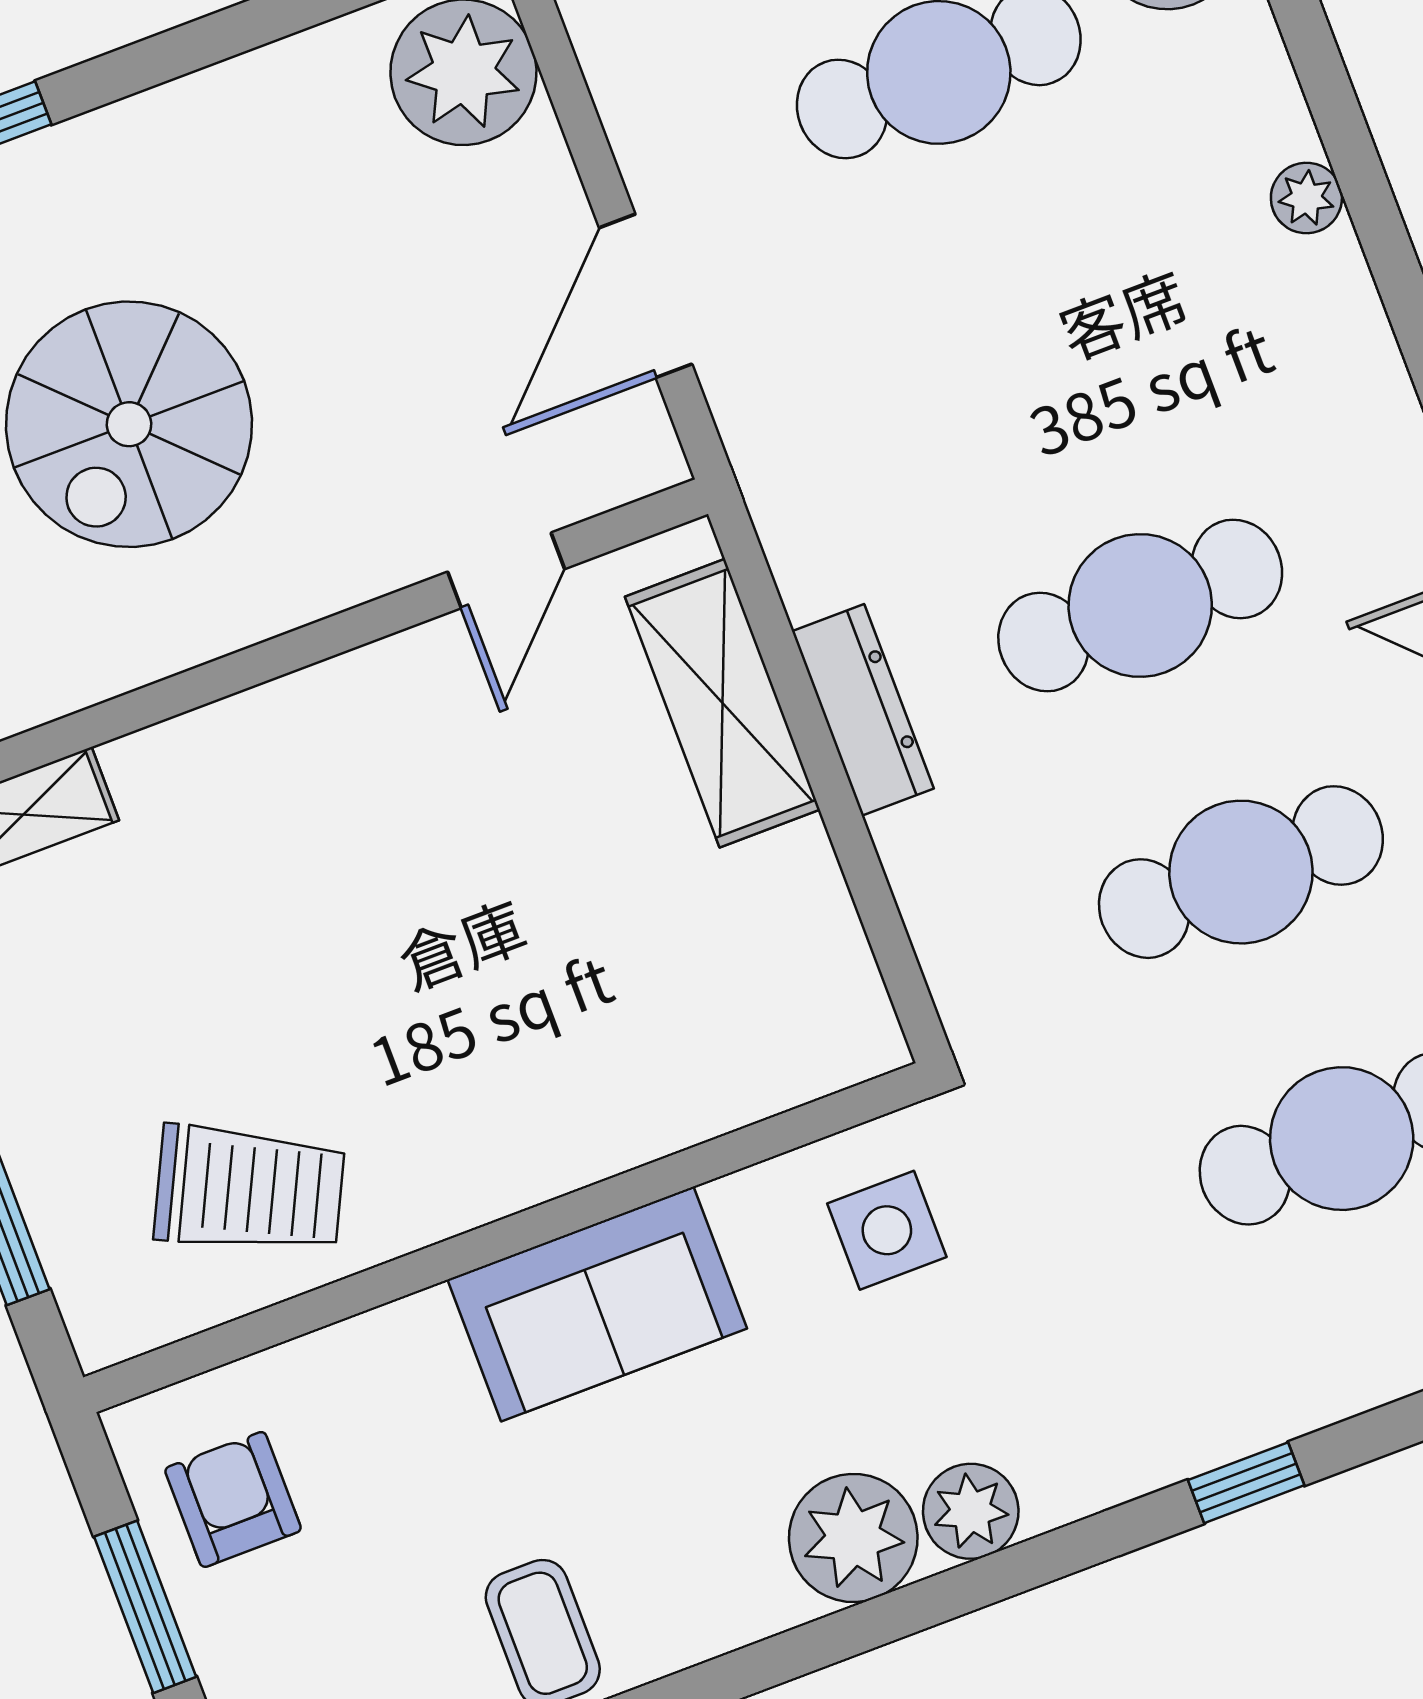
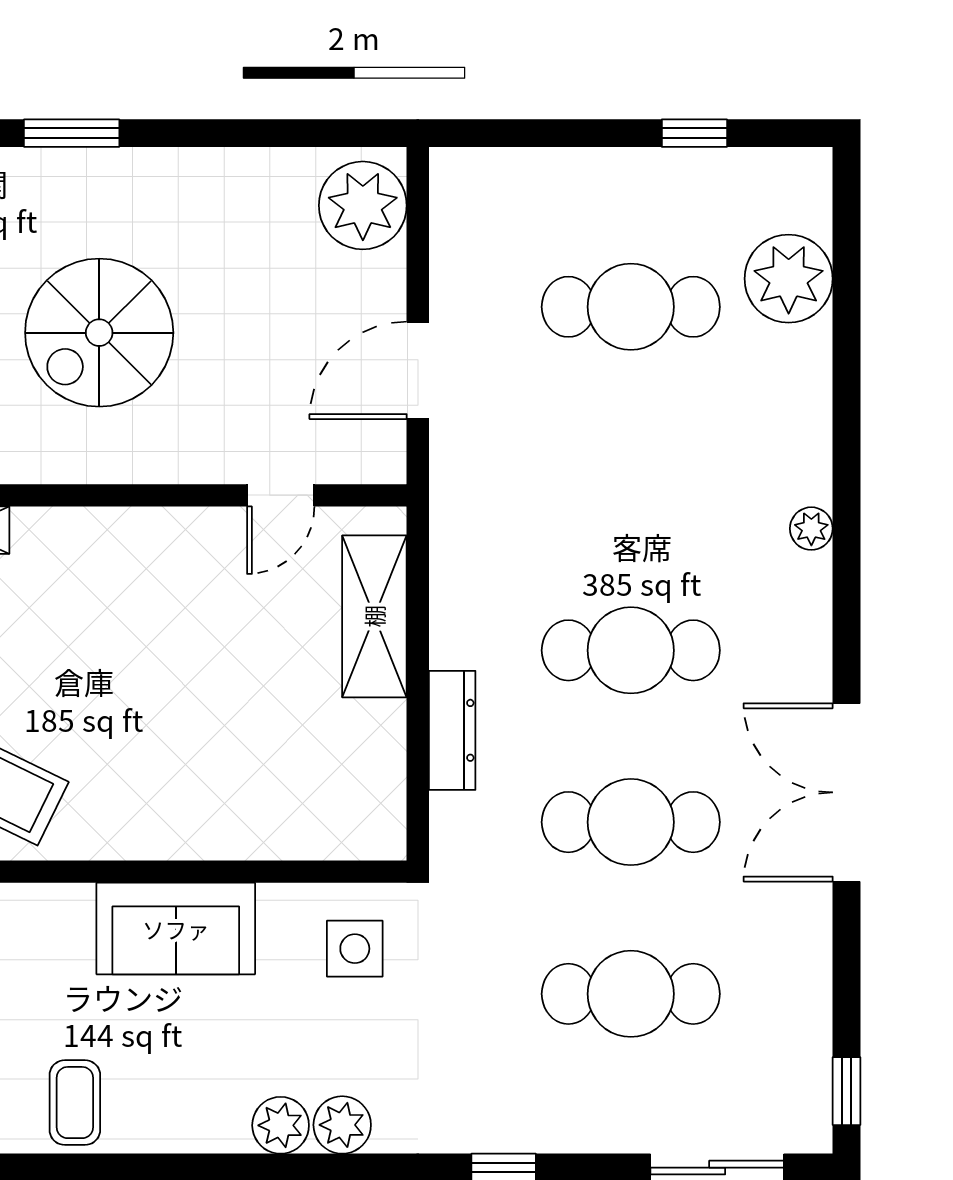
plant: (1306, 198) -> (811, 529), moved
dresser: (863, 710) -> (452, 730), moved
plant: (853, 1538) -> (281, 1125), width x0.73, depth x0.73

